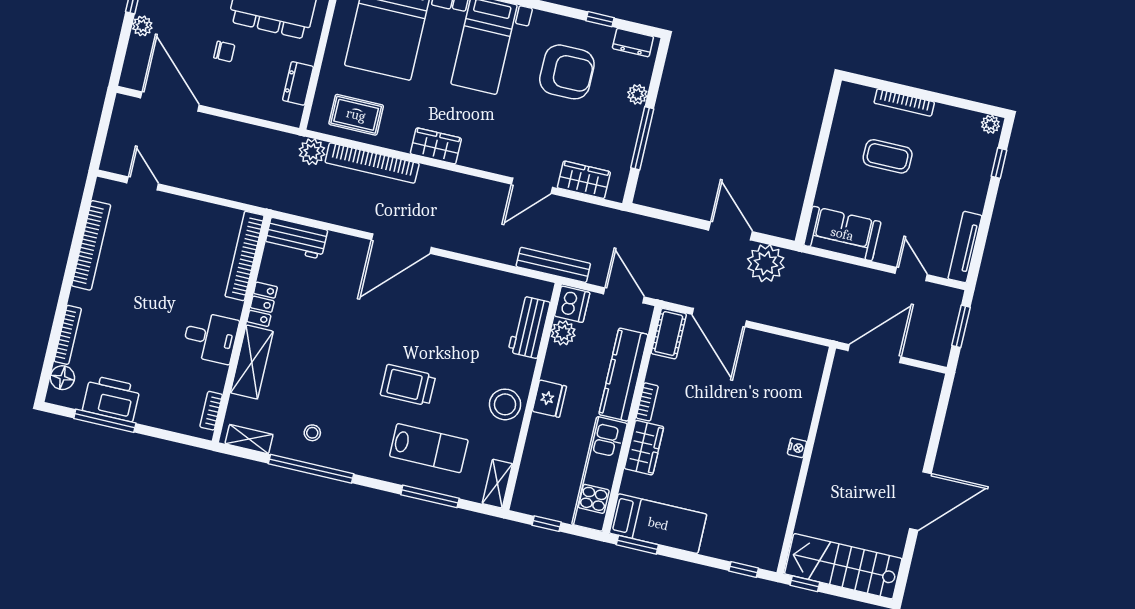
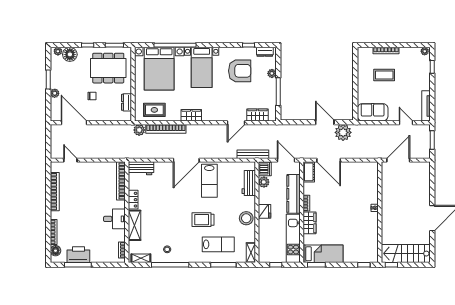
lab bench: (442, 301) -> (209, 181), added

